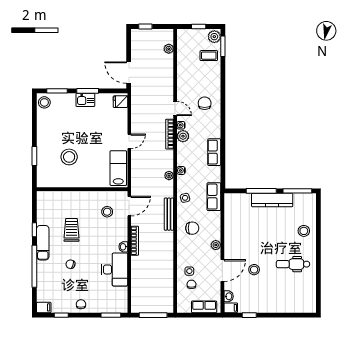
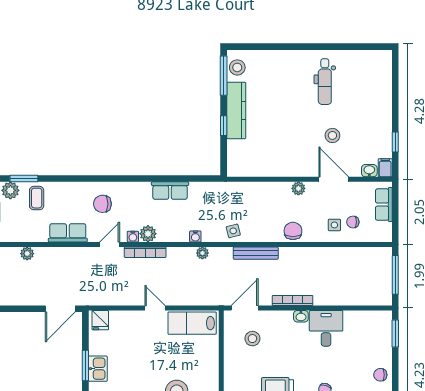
window: (261, 191) -> (224, 126), width x0.46
row of seats: (214, 197) -> (68, 233), moved, turned 180
door: (129, 206) -> (245, 308), hinge flipped
chair: (192, 228) -> (293, 231), moved
stool: (304, 231) -> (237, 67), moved
desk: (115, 269) -> (326, 328), width x0.73

